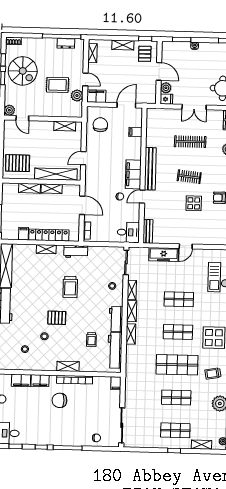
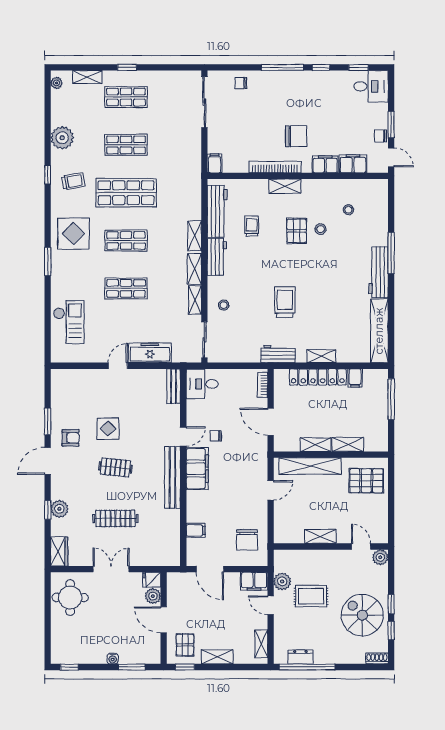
door: (126, 105) -> (210, 569), hinge flipped
shelving: (65, 126) -> (320, 536), moved
pallet: (57, 318) -> (297, 231), moved, turned 90

